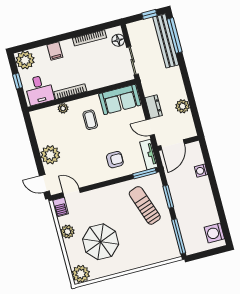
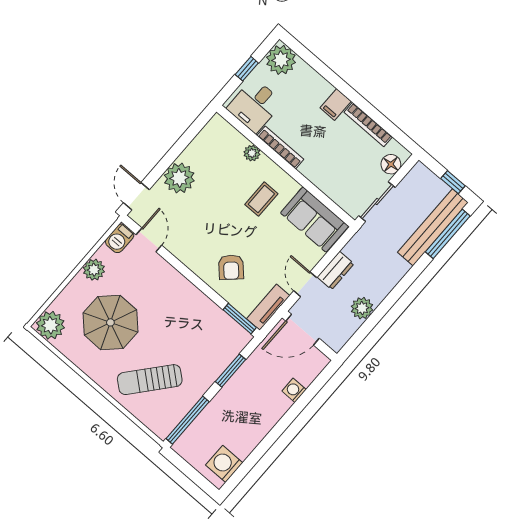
filing cabinet: (55, 51) -> (336, 104), moved
armchair: (115, 160) -> (231, 267), turned 47
sun lounger: (145, 205) -> (150, 380), moved, turned -121

